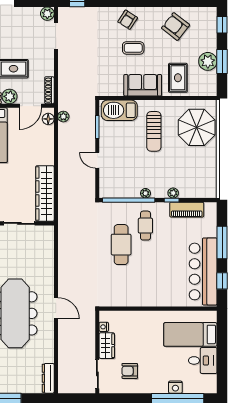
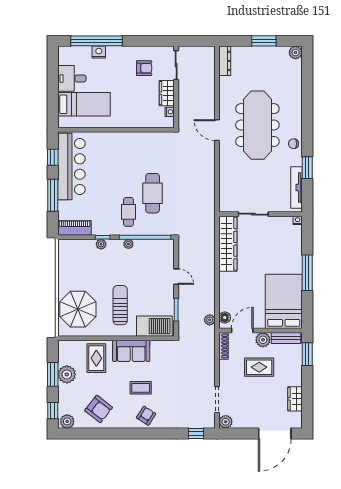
plant: (207, 14) -> (67, 421), added
piano: (187, 210) -> (75, 228), moved

